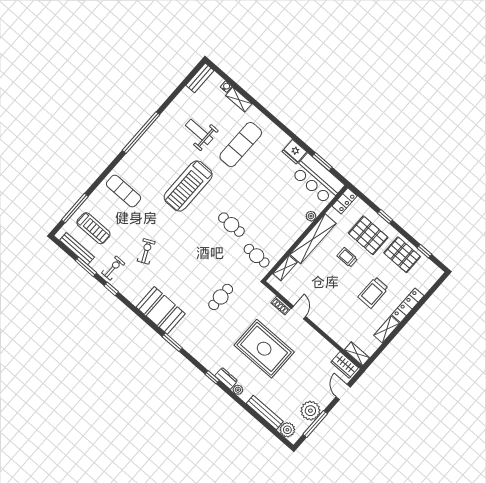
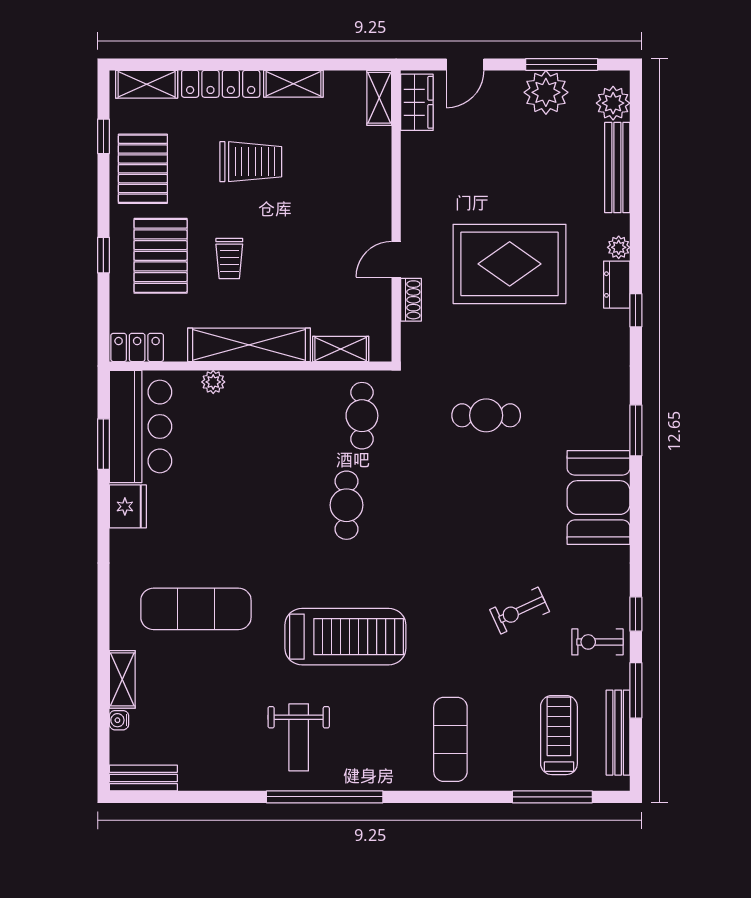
weight bench: (199, 132) -> (299, 737), moved
shelving: (429, 281) -> (147, 84), added
rug: (264, 349) -> (510, 264), turned 90

